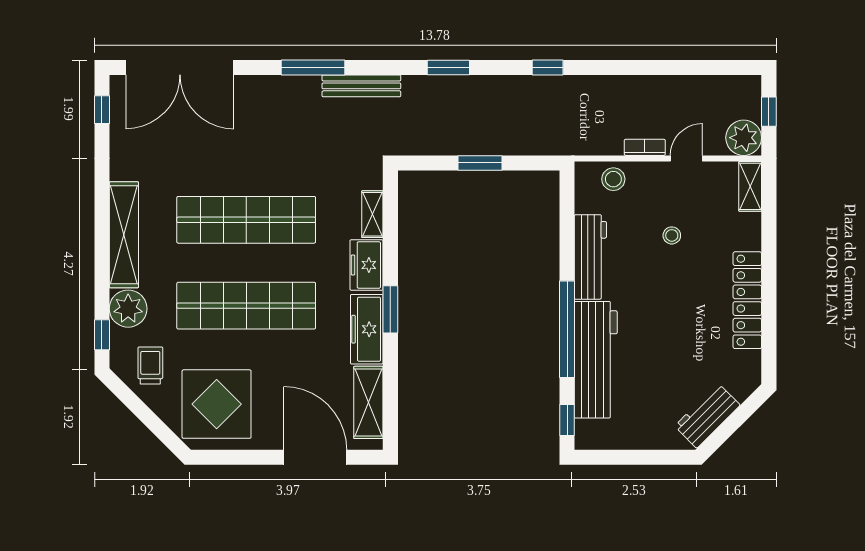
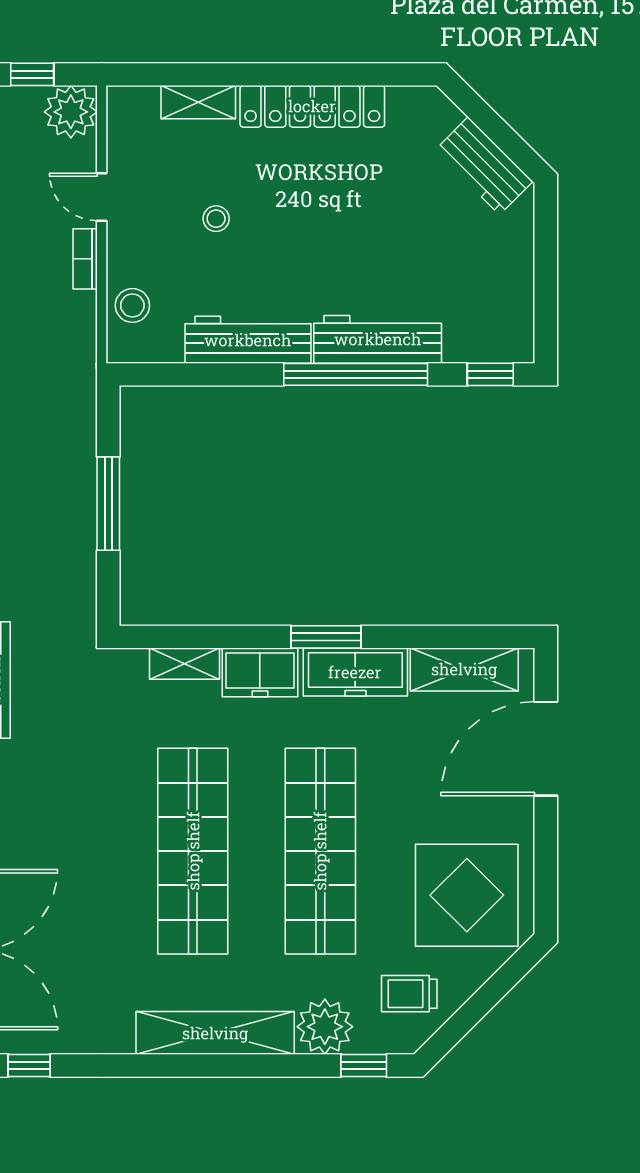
window: (480, 163) -> (108, 504), width x1.44
shelving: (750, 186) -> (198, 102), moved
workbench: (596, 360) -> (378, 339), width x0.73, depth x0.76

